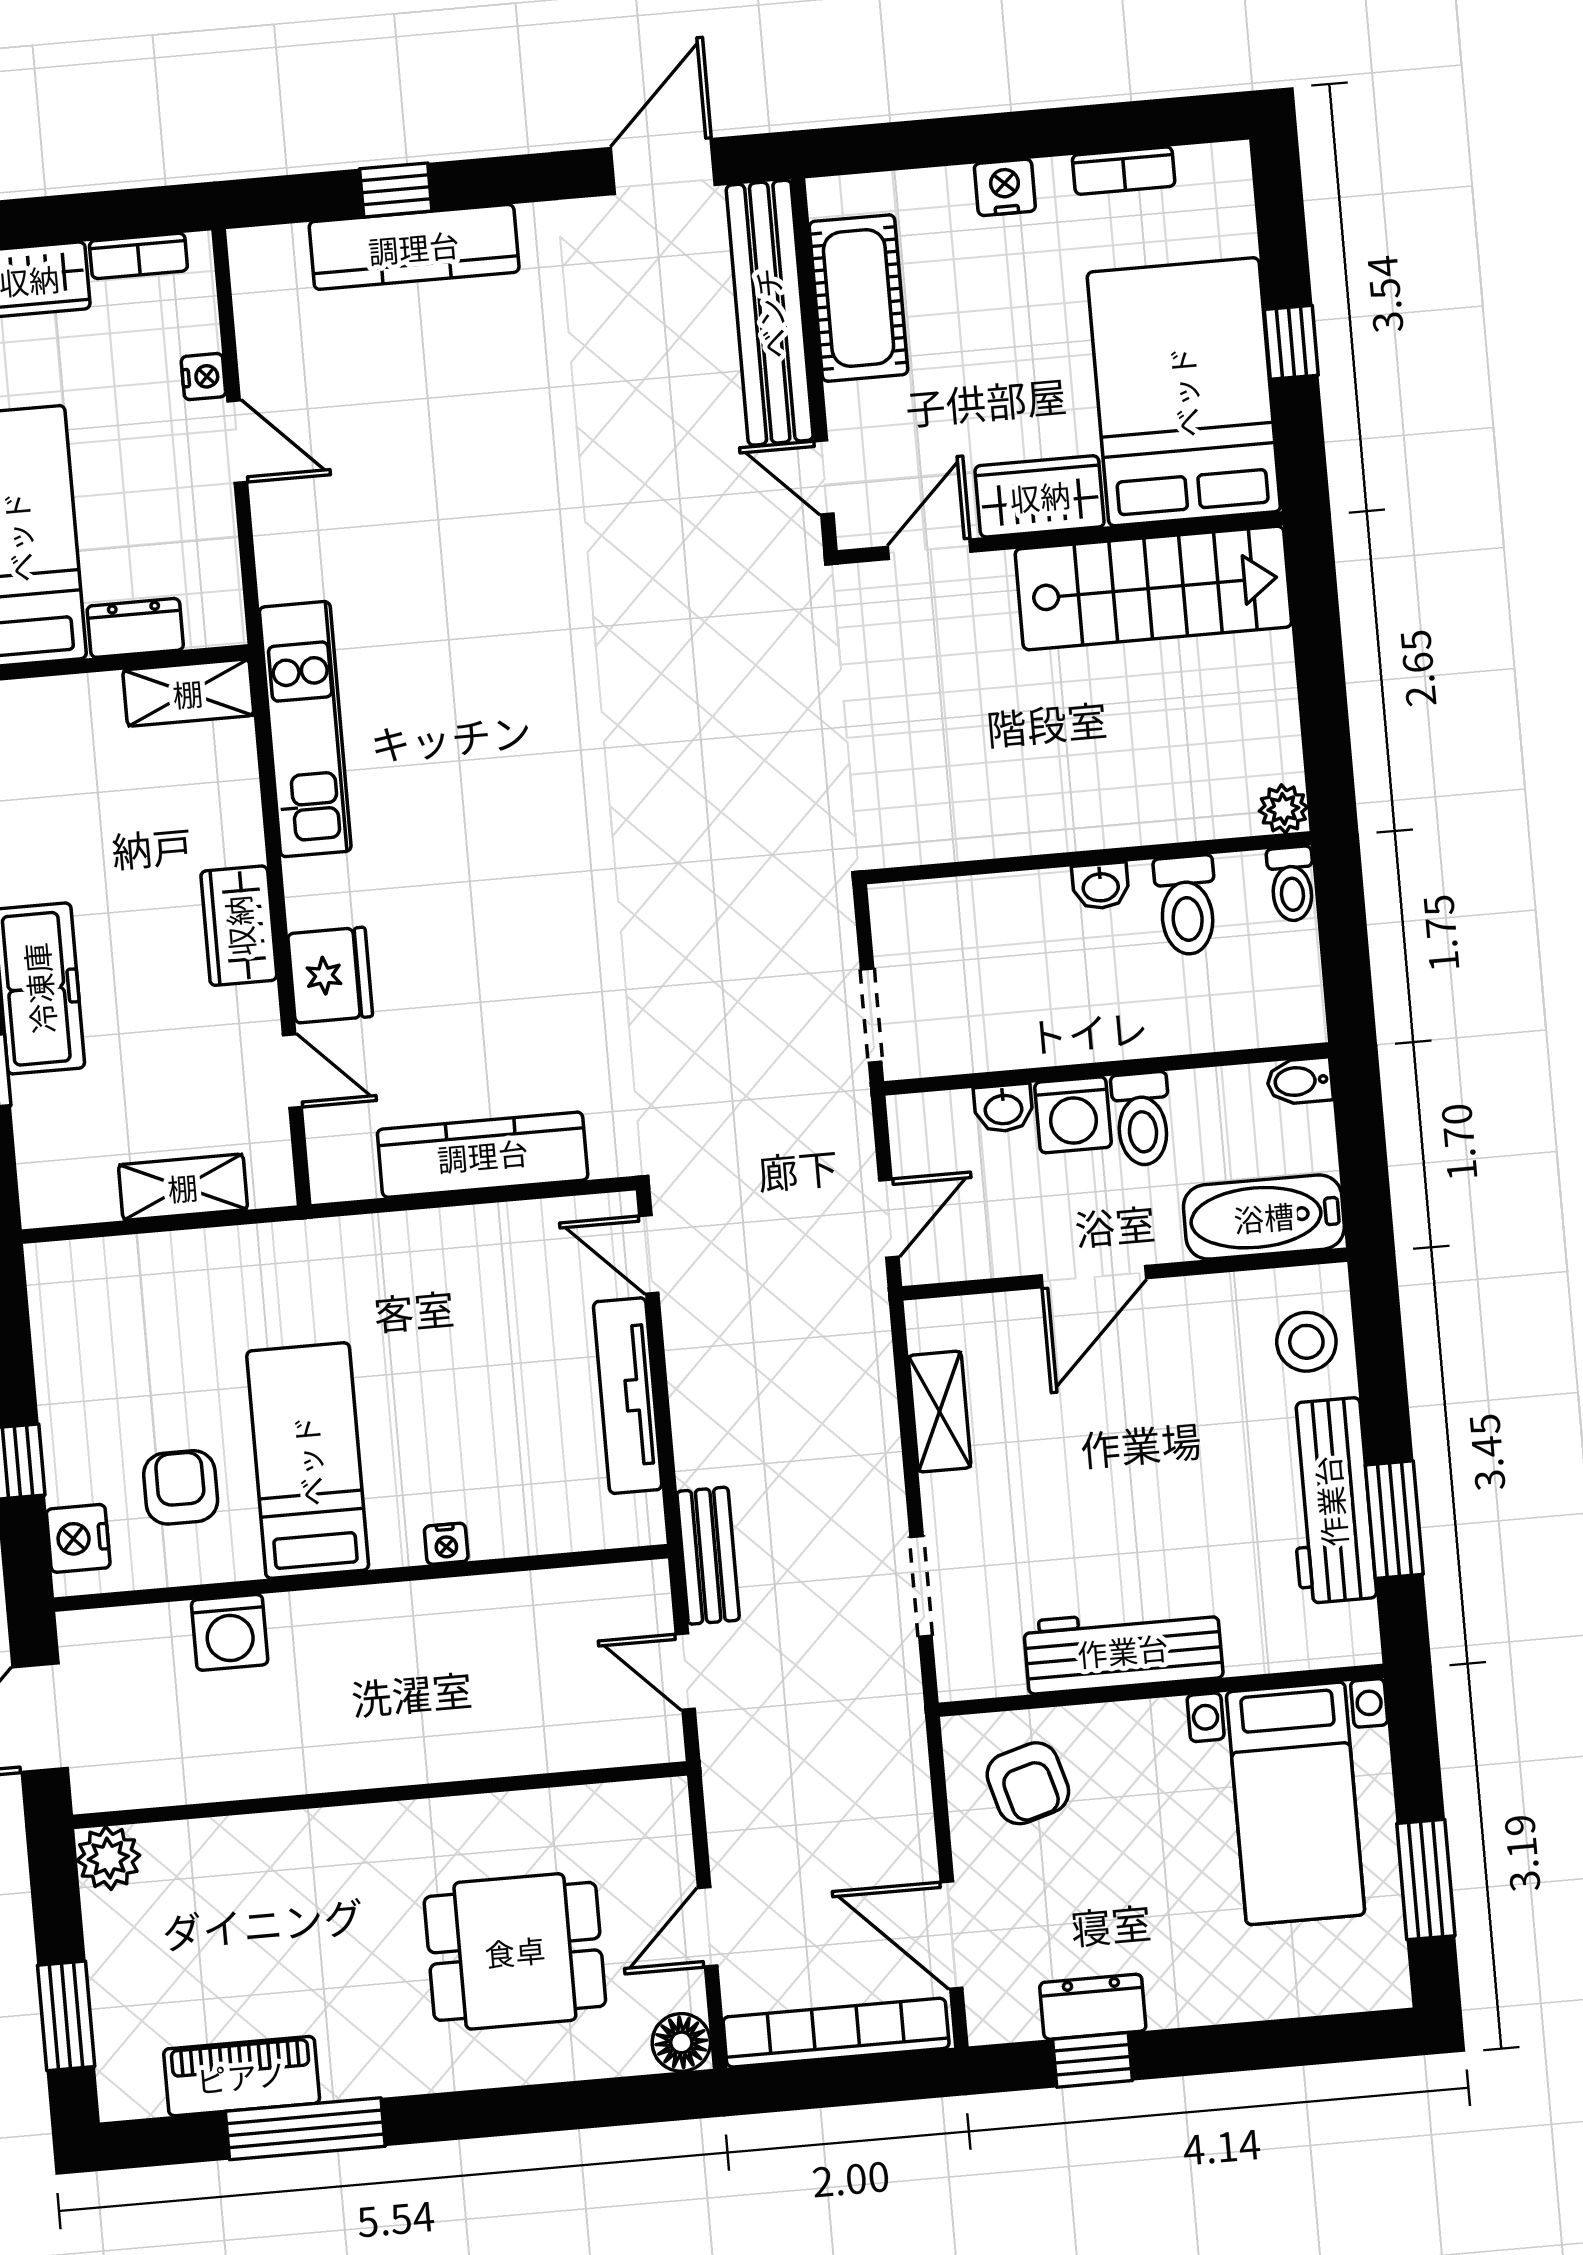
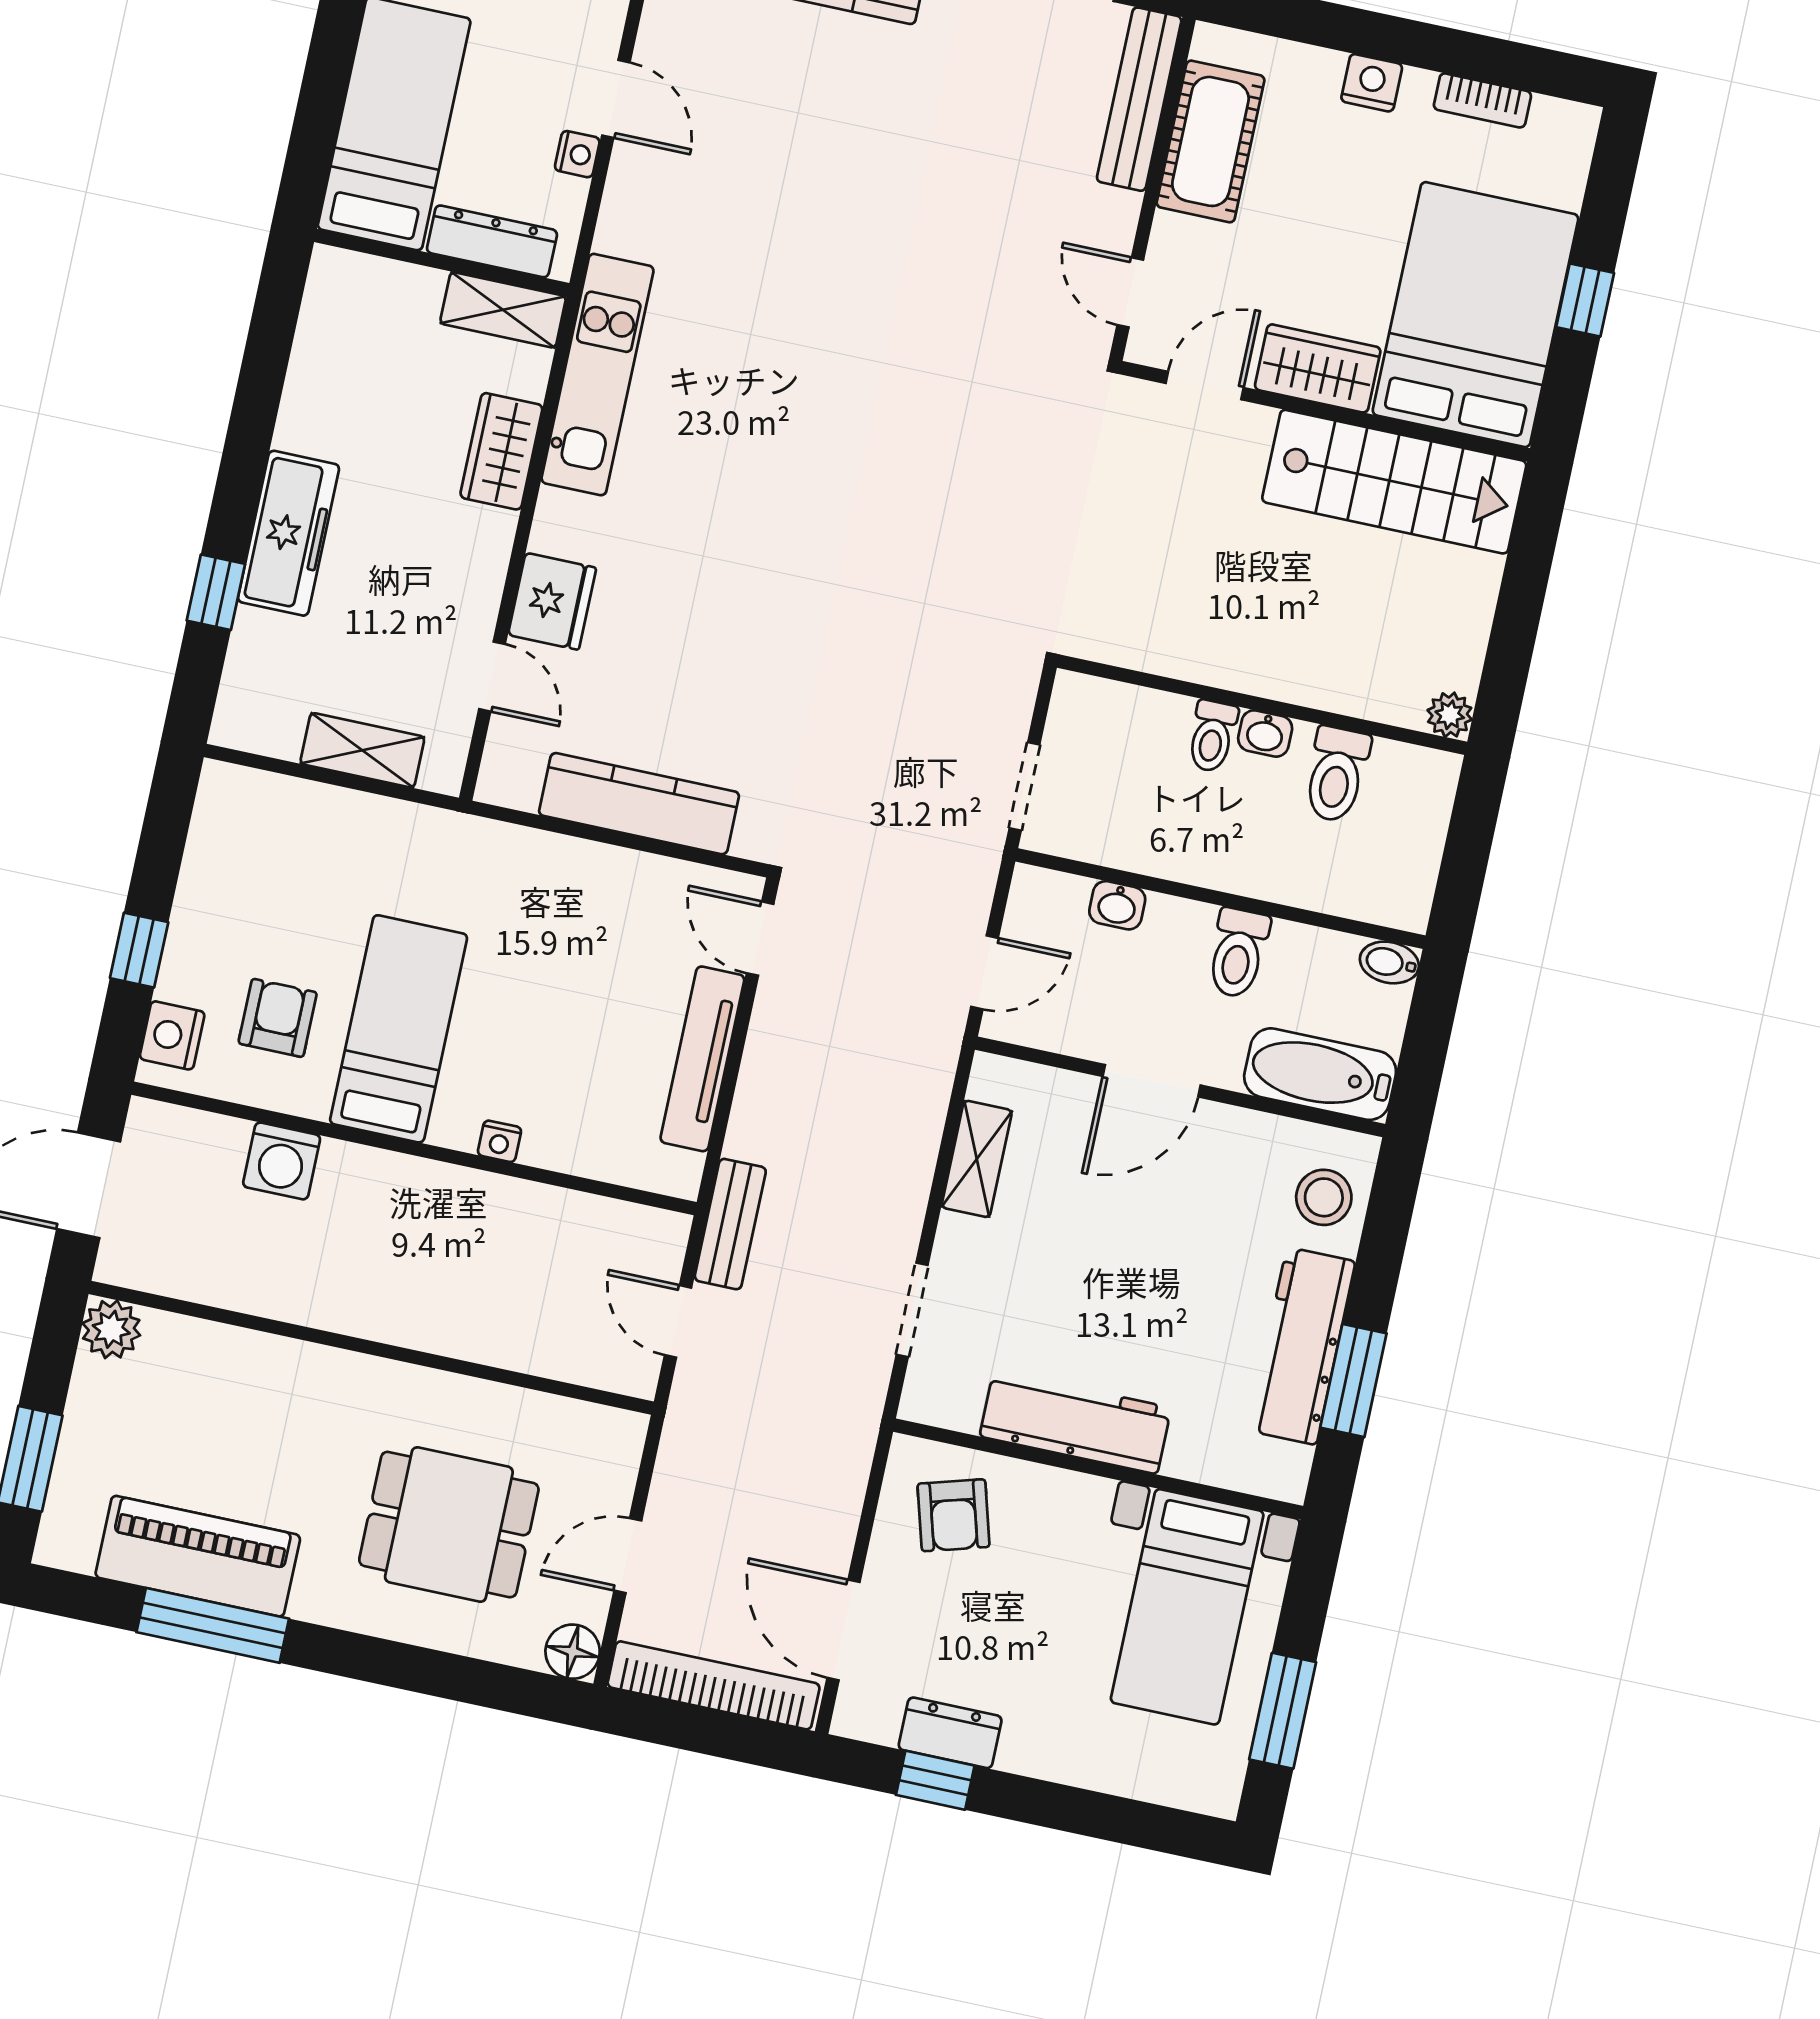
bench: (770, 313) -> (1139, 99), width x0.73, depth x0.82
nightstand: (203, 377) -> (577, 154), moved
dresser: (135, 628) -> (492, 241), width x1.44
toilet: (1292, 884) -> (1212, 736), moved
wardrobe: (239, 926) -> (501, 451), moved
washing machine: (1073, 1115) -> (1178, 930), removed
piano: (242, 2076) -> (198, 1556), width x1.37, depth x1.33

